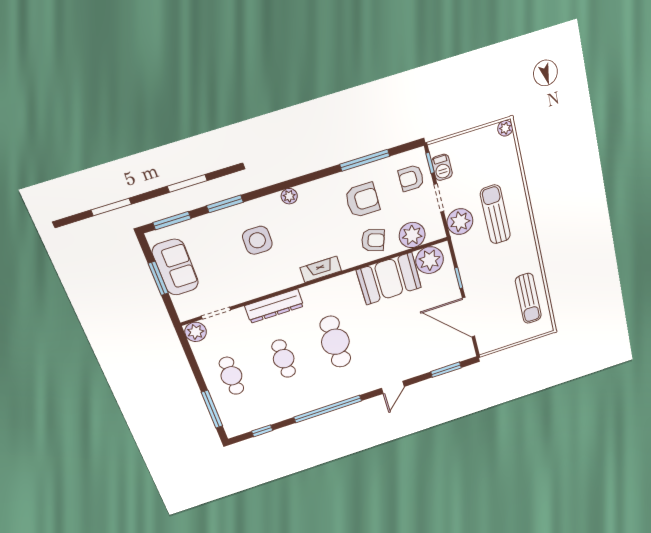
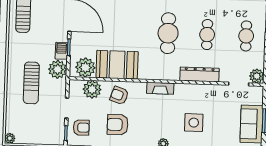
barbecue: (442, 167) -> (61, 51), moved
plant: (460, 222) -> (58, 69), moved

